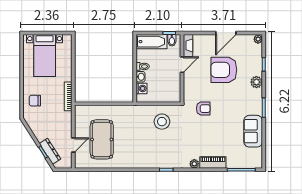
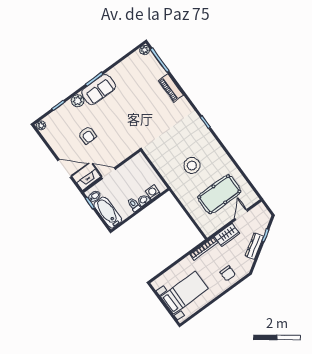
door: (226, 33) -> (65, 169), moved
armchair: (224, 70) -> (87, 135), width x0.53, depth x0.53
armchair: (203, 109) -> (132, 129), removed
wardrobe: (66, 122) -> (227, 235), added
stool: (162, 122) -> (192, 165), moved
sofa: (253, 131) -> (99, 90), moved
door: (73, 145) -> (241, 215), hinge flipped
dresser: (50, 151) -> (254, 246), moved
plant: (194, 164) -> (145, 50), moved

